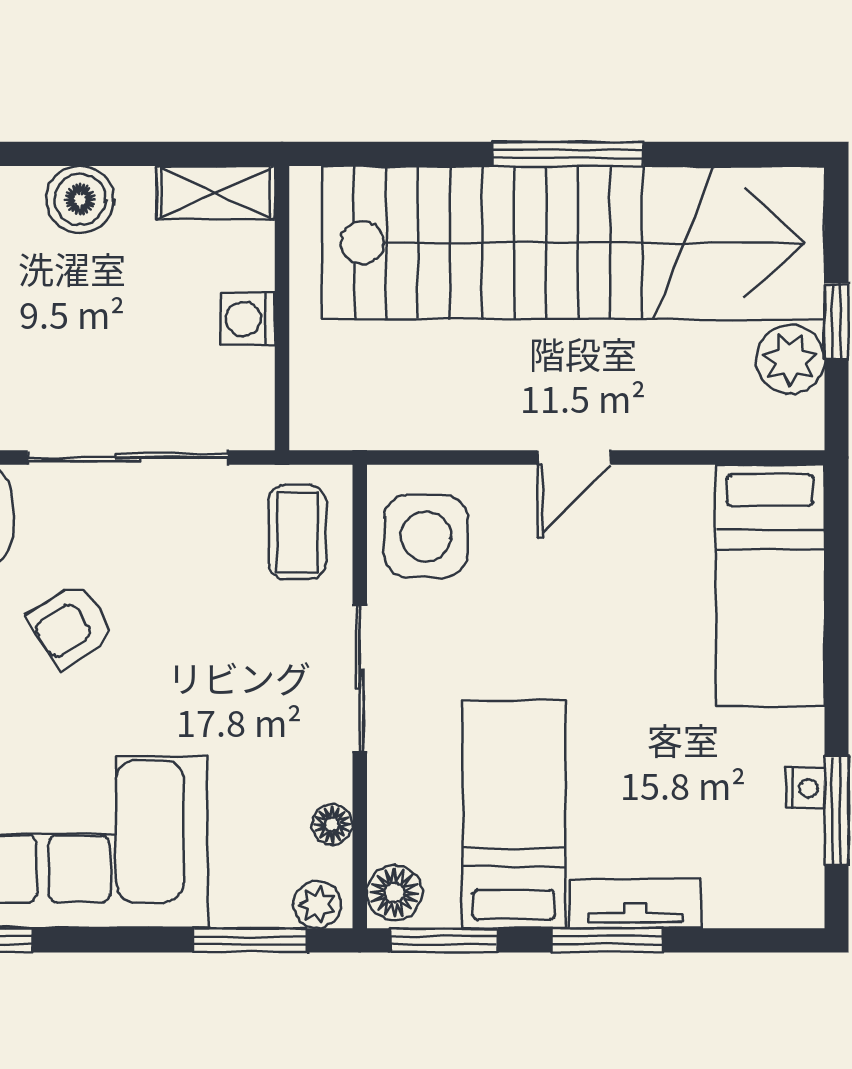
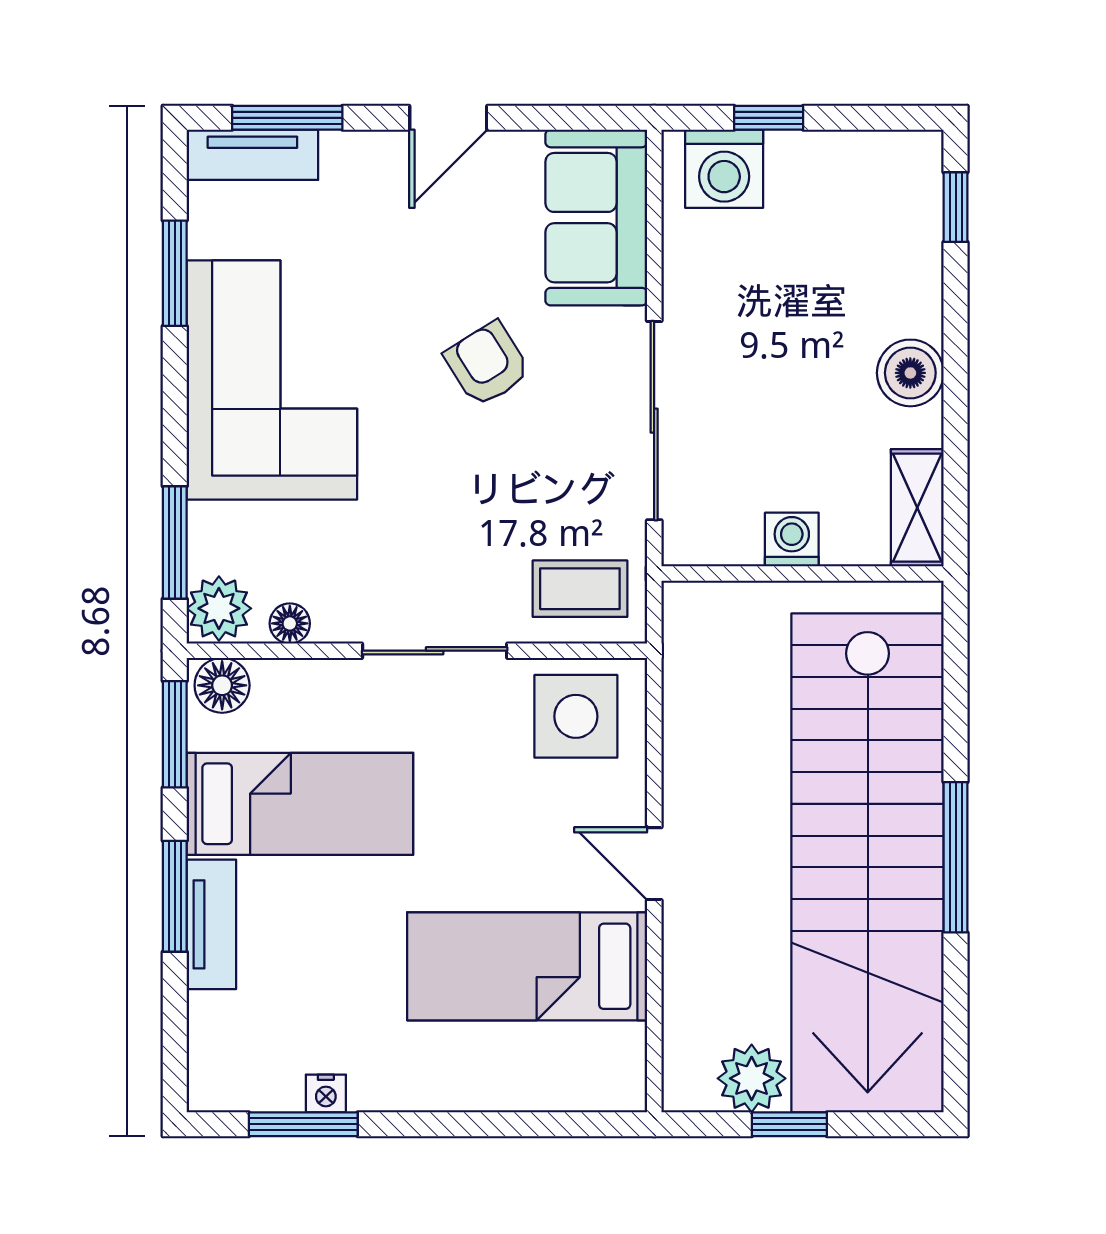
bed: (770, 585) -> (527, 966), moved
plant: (317, 905) -> (219, 608), width x1.38, depth x1.38

